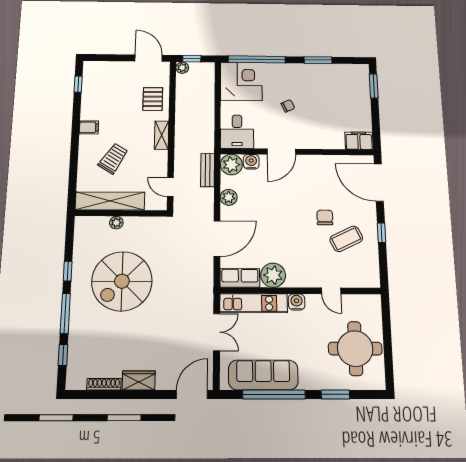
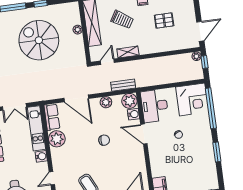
pallet: (153, 99) -> (164, 21), moved
desk: (237, 132) -> (155, 106), width x1.37
shelving: (162, 135) -> (128, 52), moved
chair: (325, 217) -> (104, 140), moved

